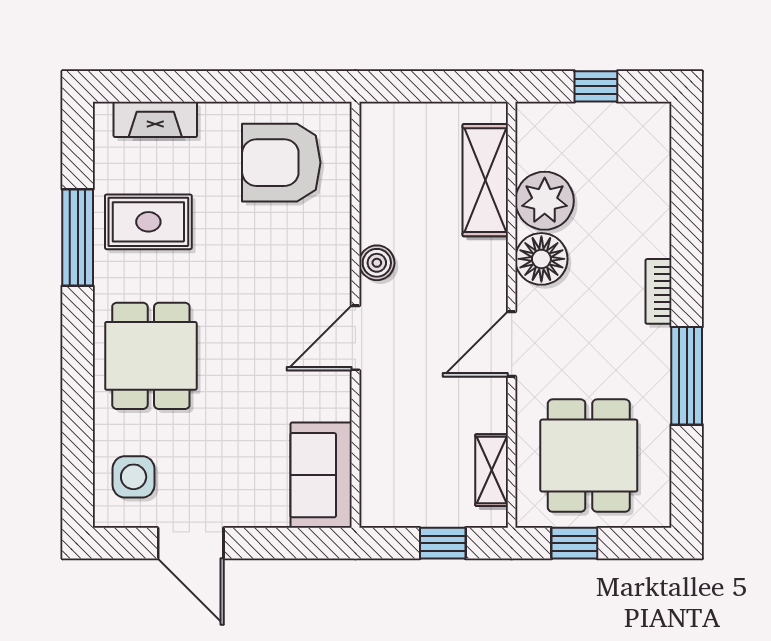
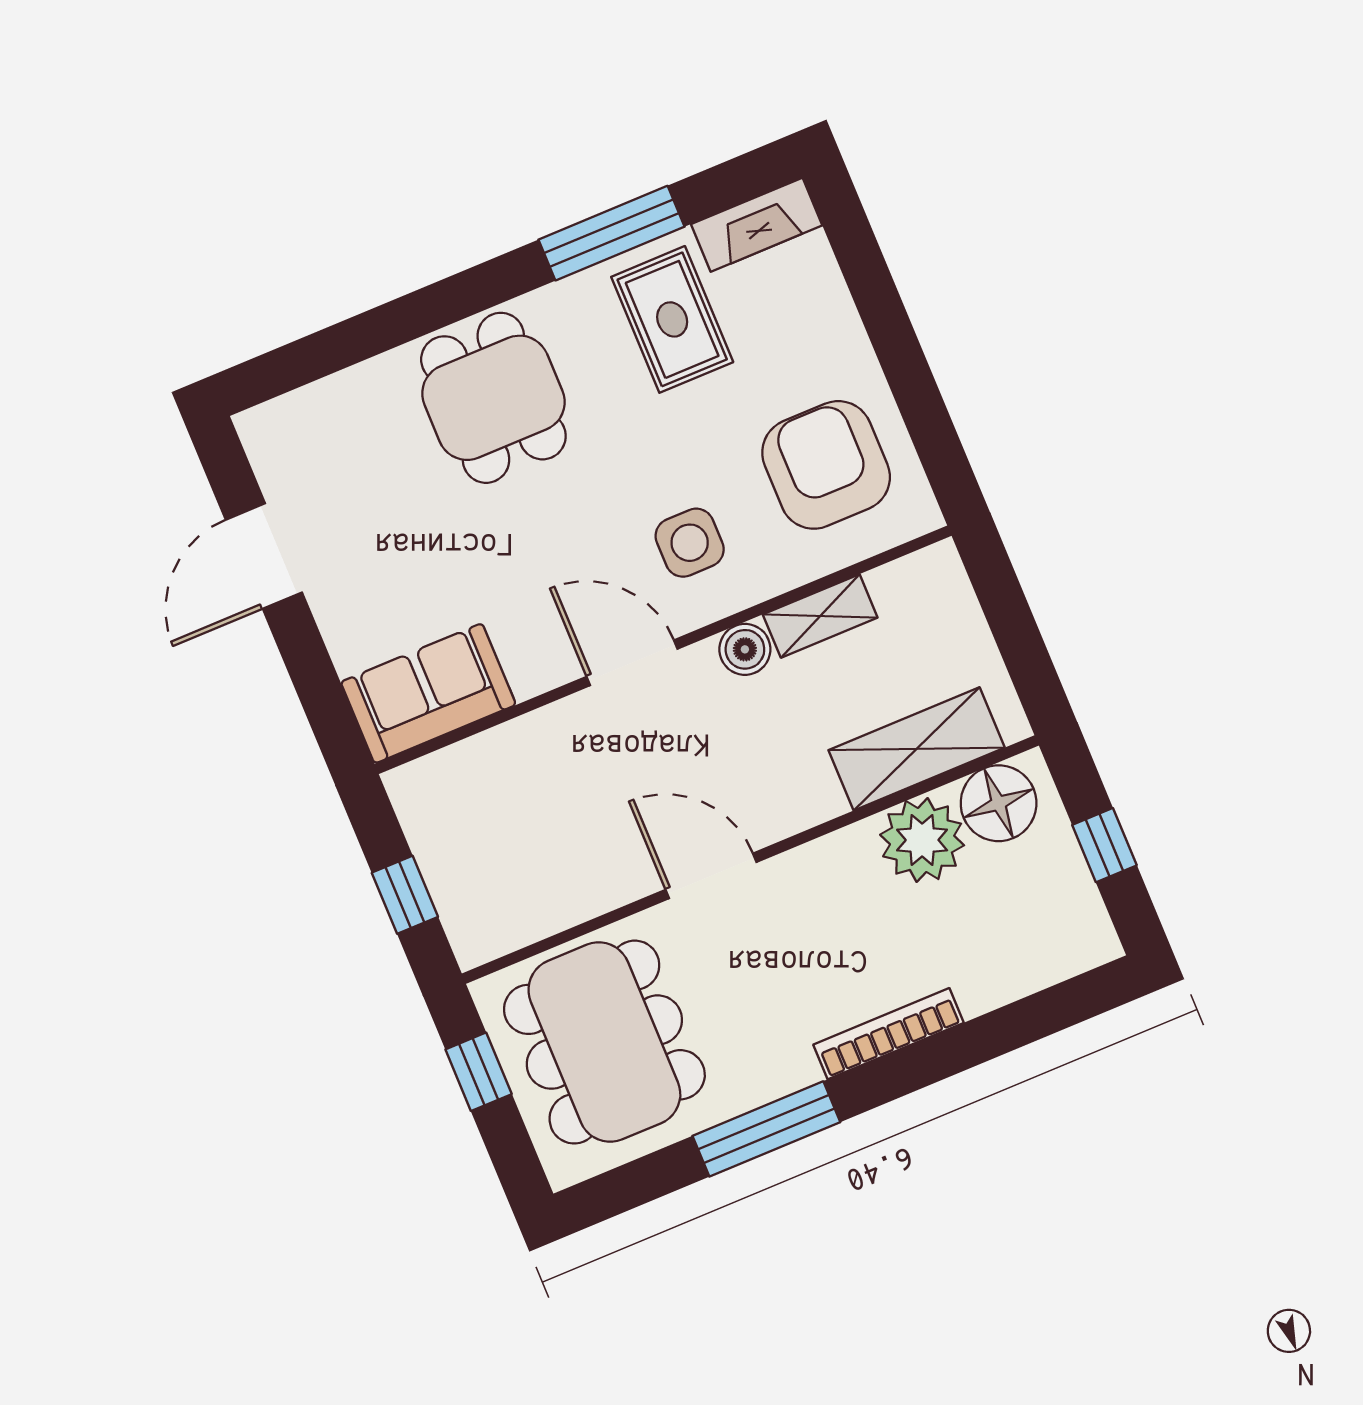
fireplace: (155, 119) -> (757, 225), moved, turned -90
floor lamp: (541, 259) -> (999, 803), moved
bookcase: (658, 291) -> (888, 1034), width x1.56
dining table: (151, 356) -> (493, 398), turned 90
dining table: (589, 456) -> (604, 1042), width x1.38
shelving: (492, 470) -> (820, 616), moved
side table: (134, 477) -> (690, 543), moved

